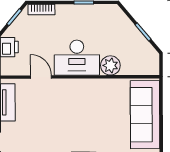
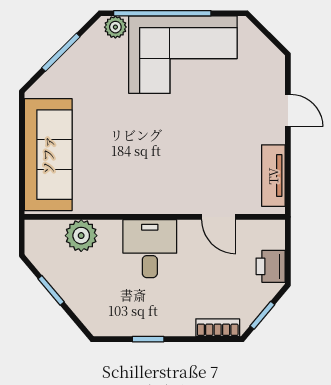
desk: (77, 58) -> (150, 249), width x0.73
plant: (110, 65) -> (81, 236), moved

